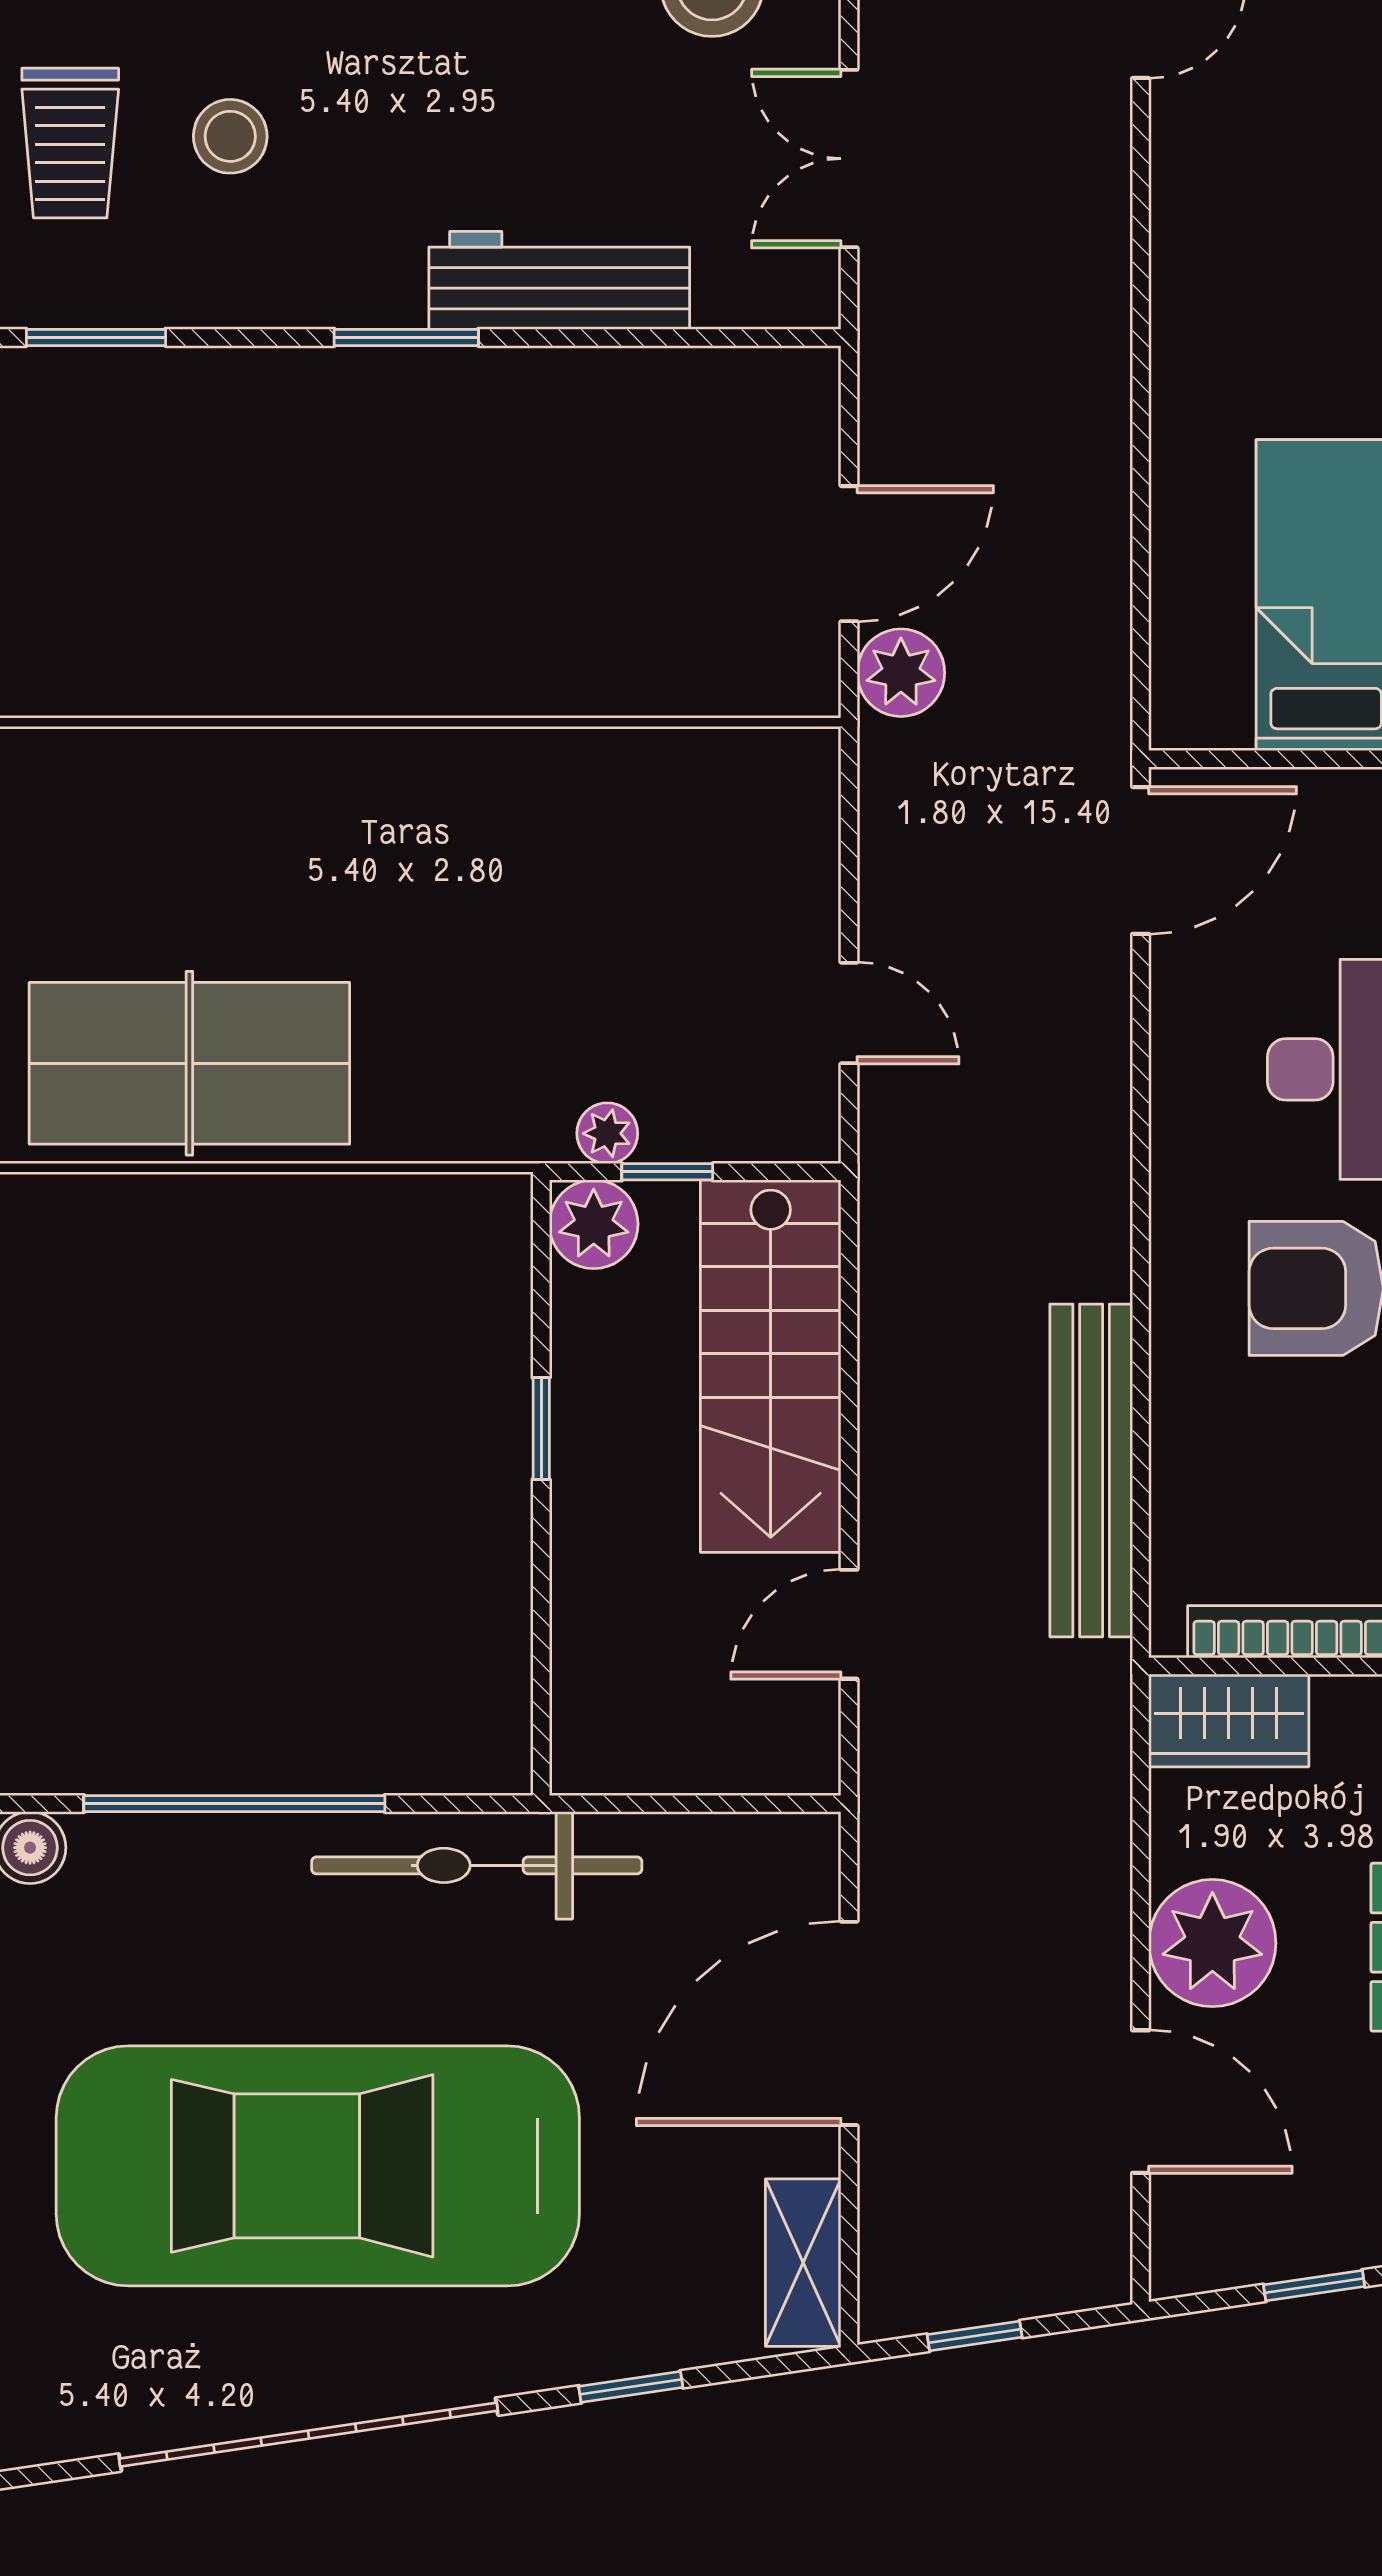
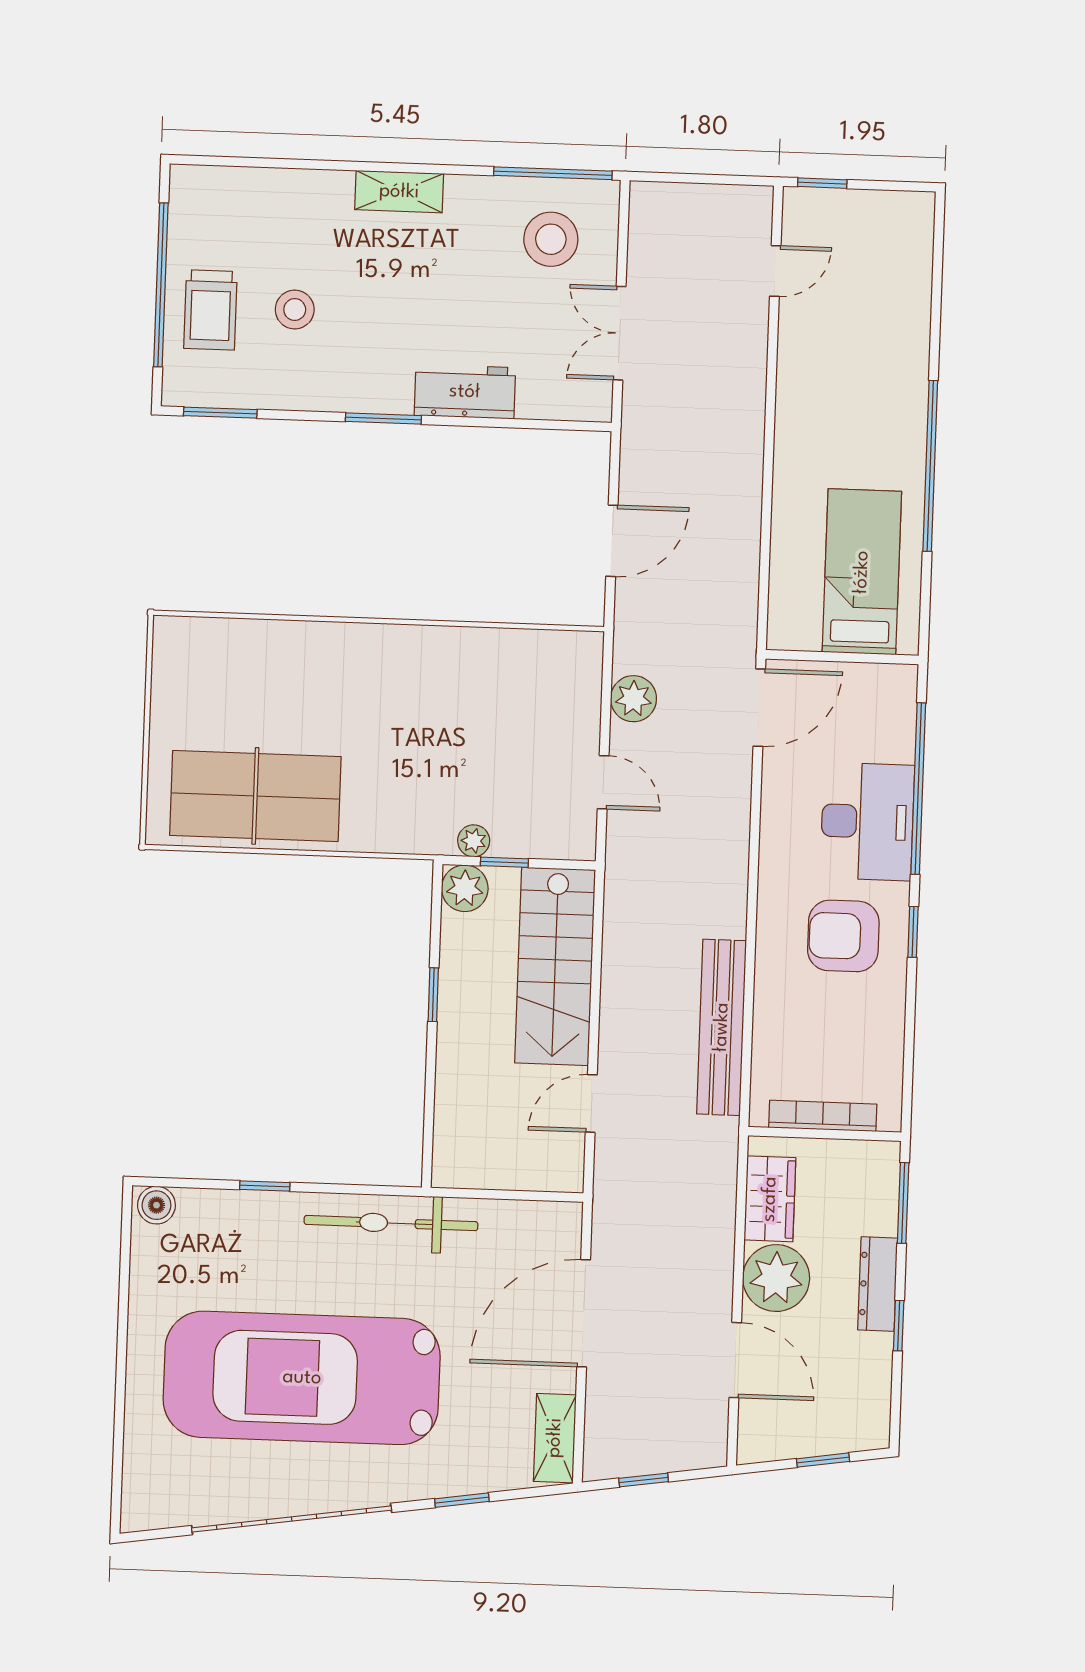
workbench: (559, 280) -> (465, 392), width x0.73
plant: (901, 673) -> (633, 699), moved
wardrobe: (1229, 1720) -> (770, 1199), moved, turned -90
window: (234, 1804) -> (265, 1186), width x0.32

